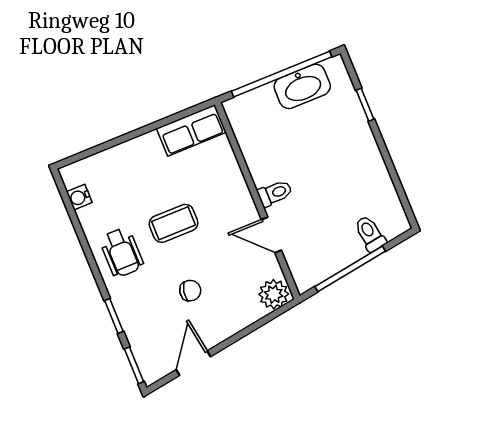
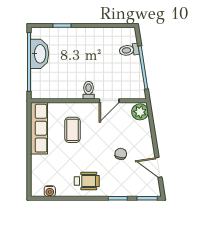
row of seats: (191, 130) -> (39, 128), width x1.48
coffee table: (173, 223) -> (72, 130), moved

